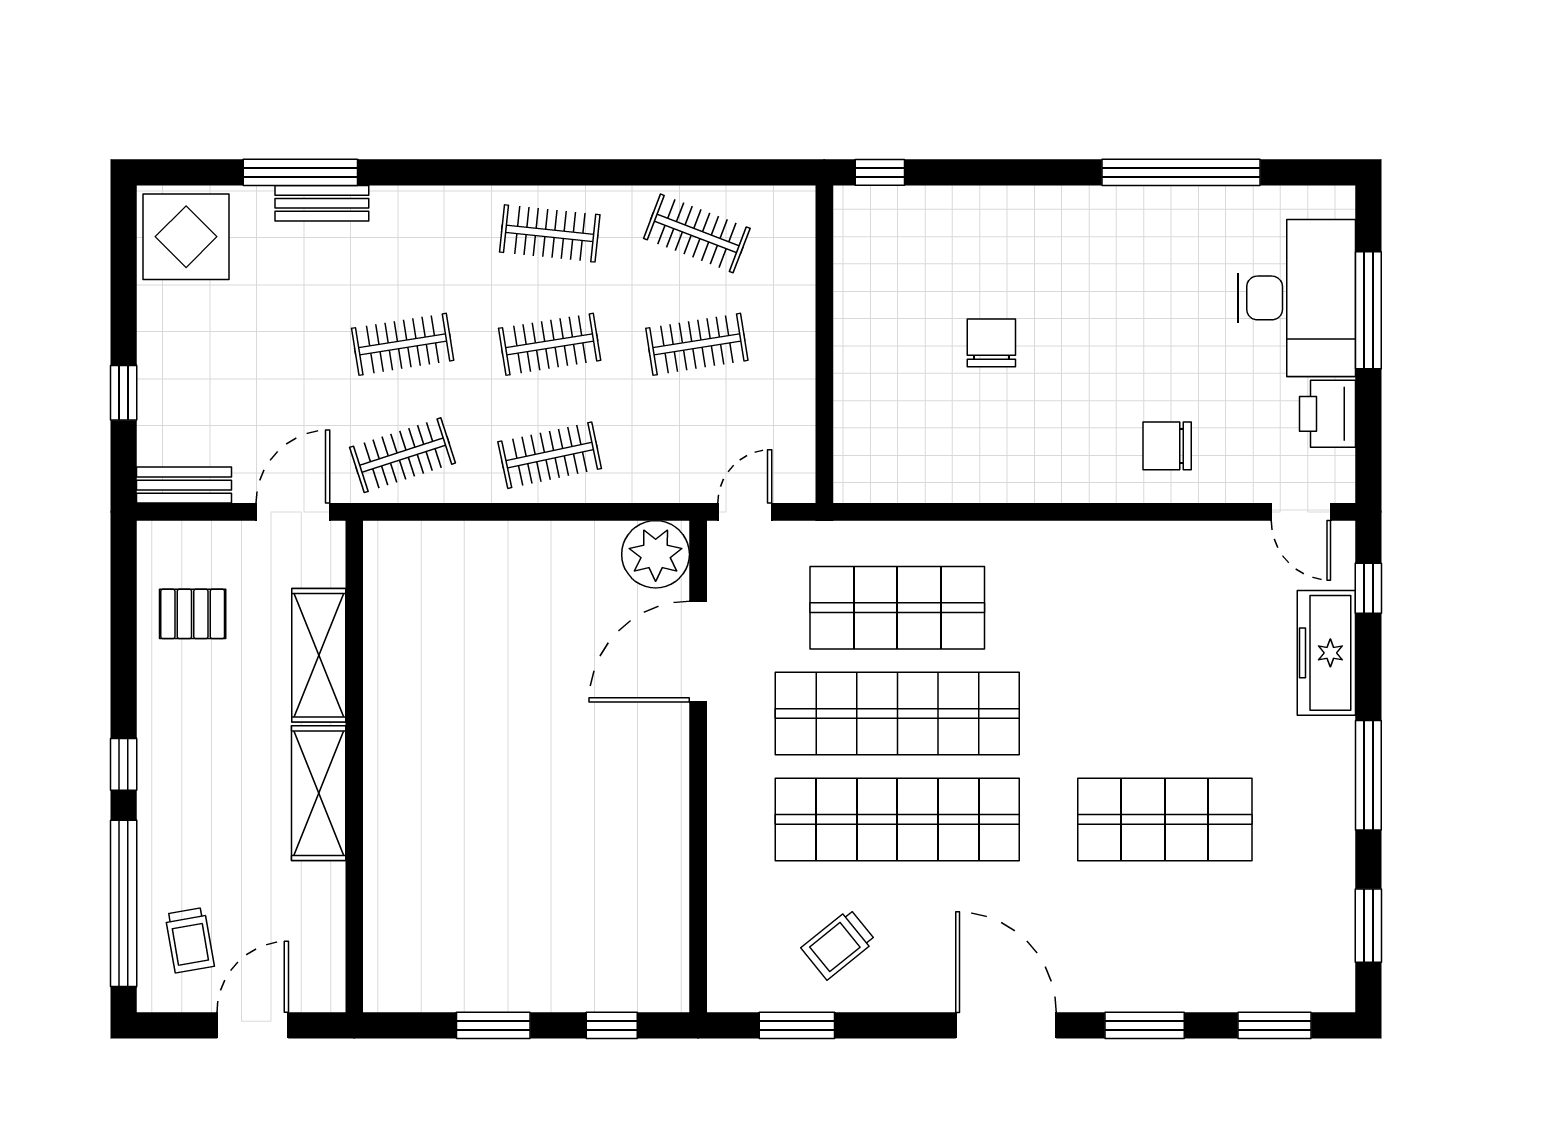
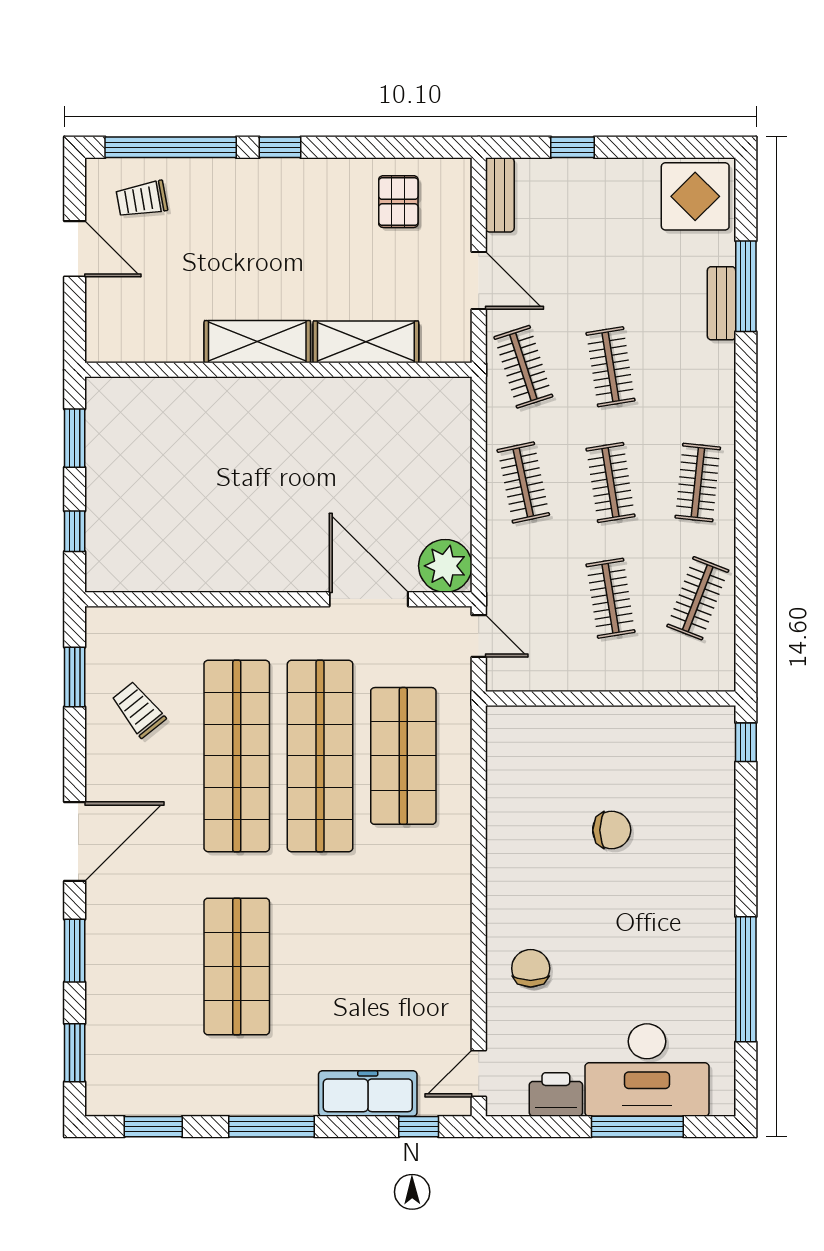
shelving: (319, 655) -> (366, 342), moved
wall: (354, 766) -> (278, 370), moved
shelving: (319, 793) -> (257, 342), moved

